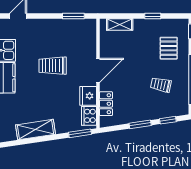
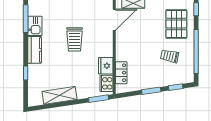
pallet: (169, 48) -> (176, 24), width x1.50, depth x1.42
trolley: (53, 66) -> (75, 39), turned -90
door: (98, 70) -> (114, 20), moved

